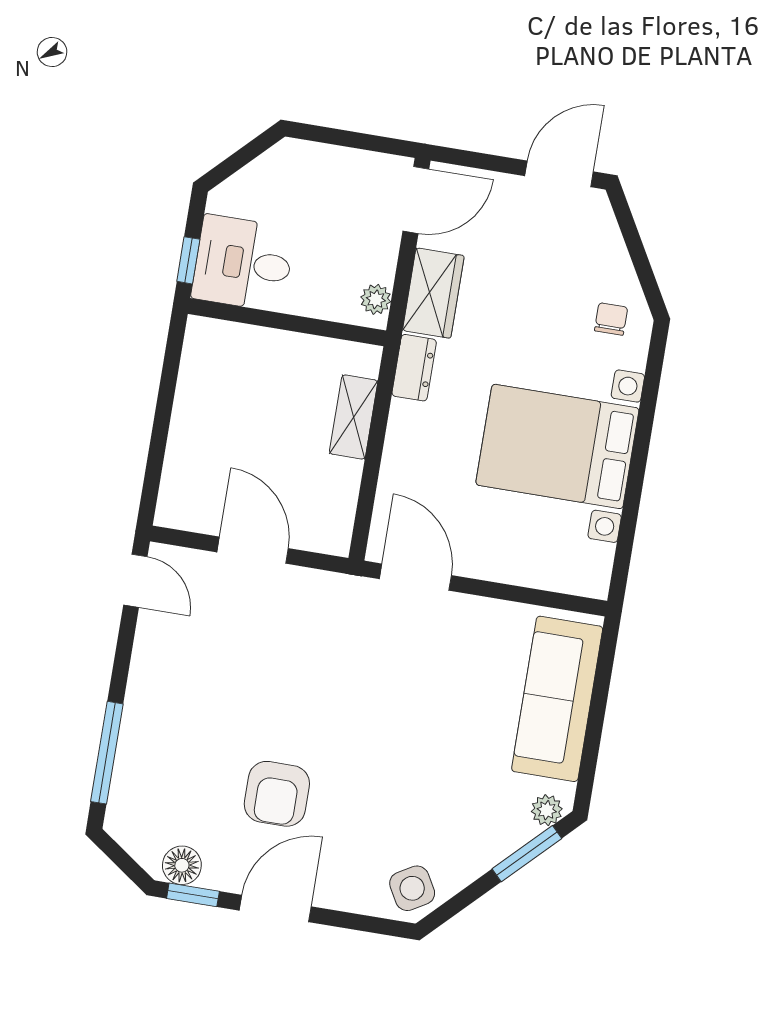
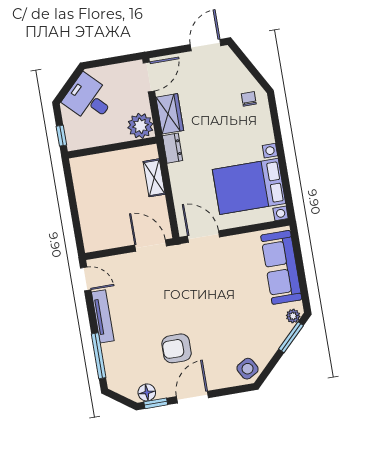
desk: (243, 263) -> (89, 99), moved, turned 45
plant: (376, 299) -> (140, 126), width x1.88, depth x1.88
bed with nightstands: (557, 446) -> (249, 186), moved
door: (253, 550) -> (151, 246), moved
tv unit: (144, 672) -> (103, 316), added
armchair: (277, 794) -> (177, 348), turned 90

